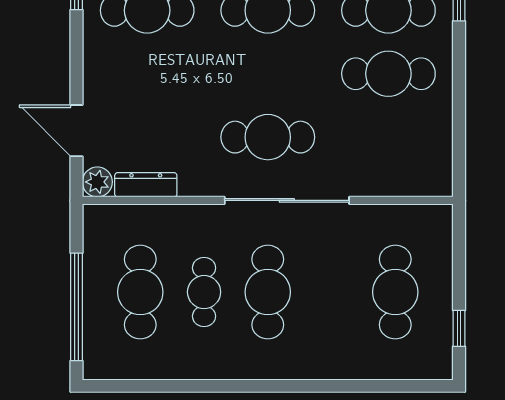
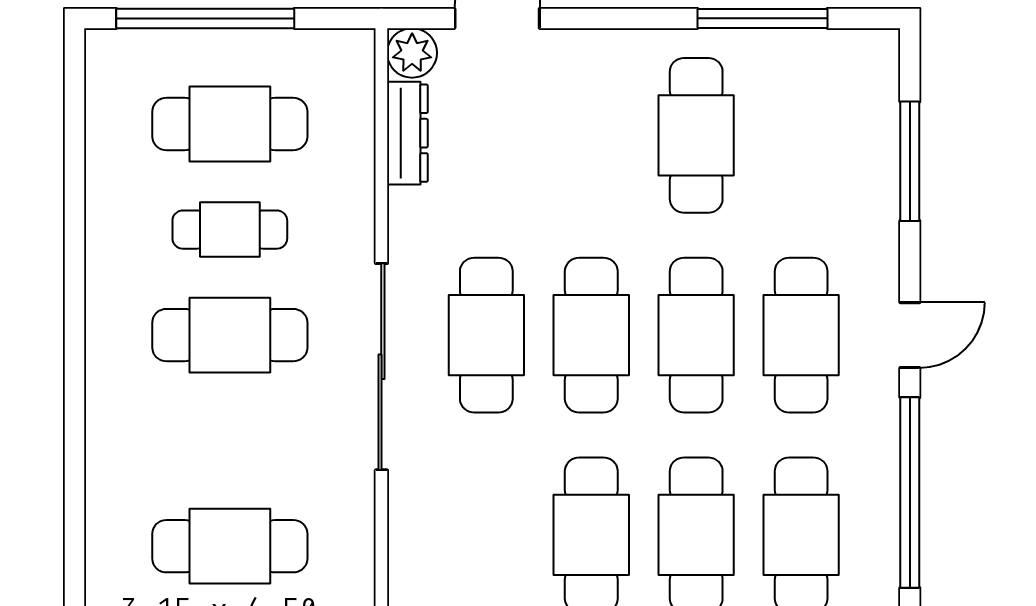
cafe table: (268, 74) -> (591, 335), added

